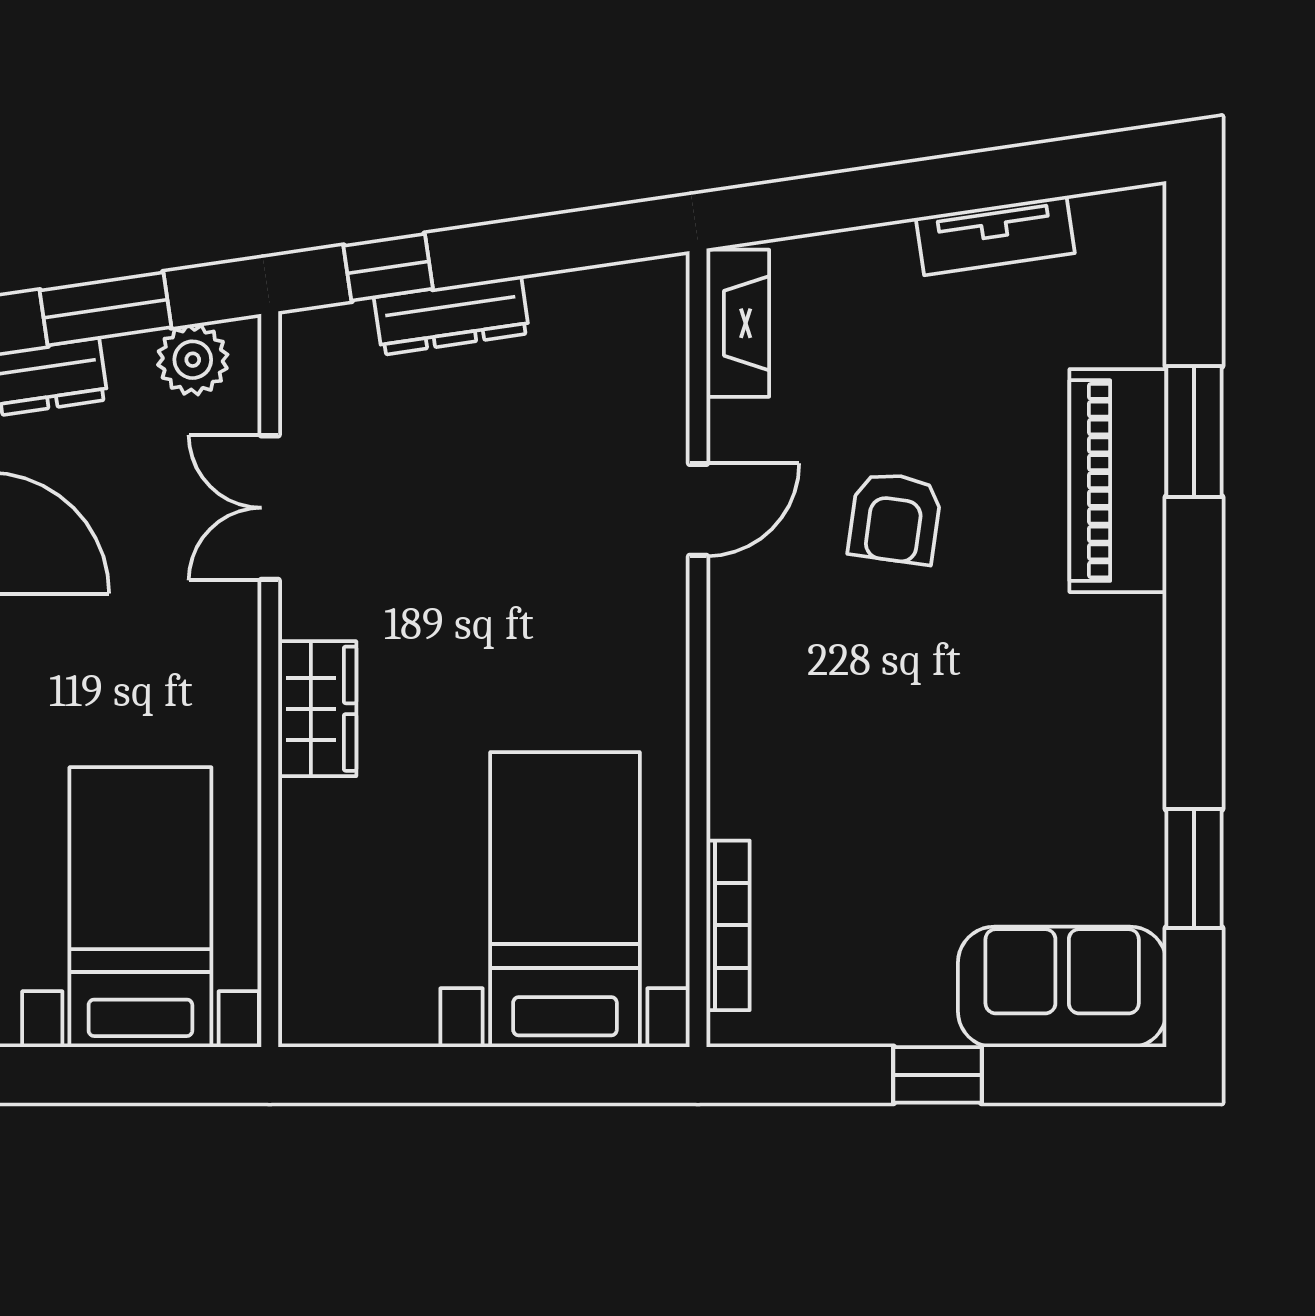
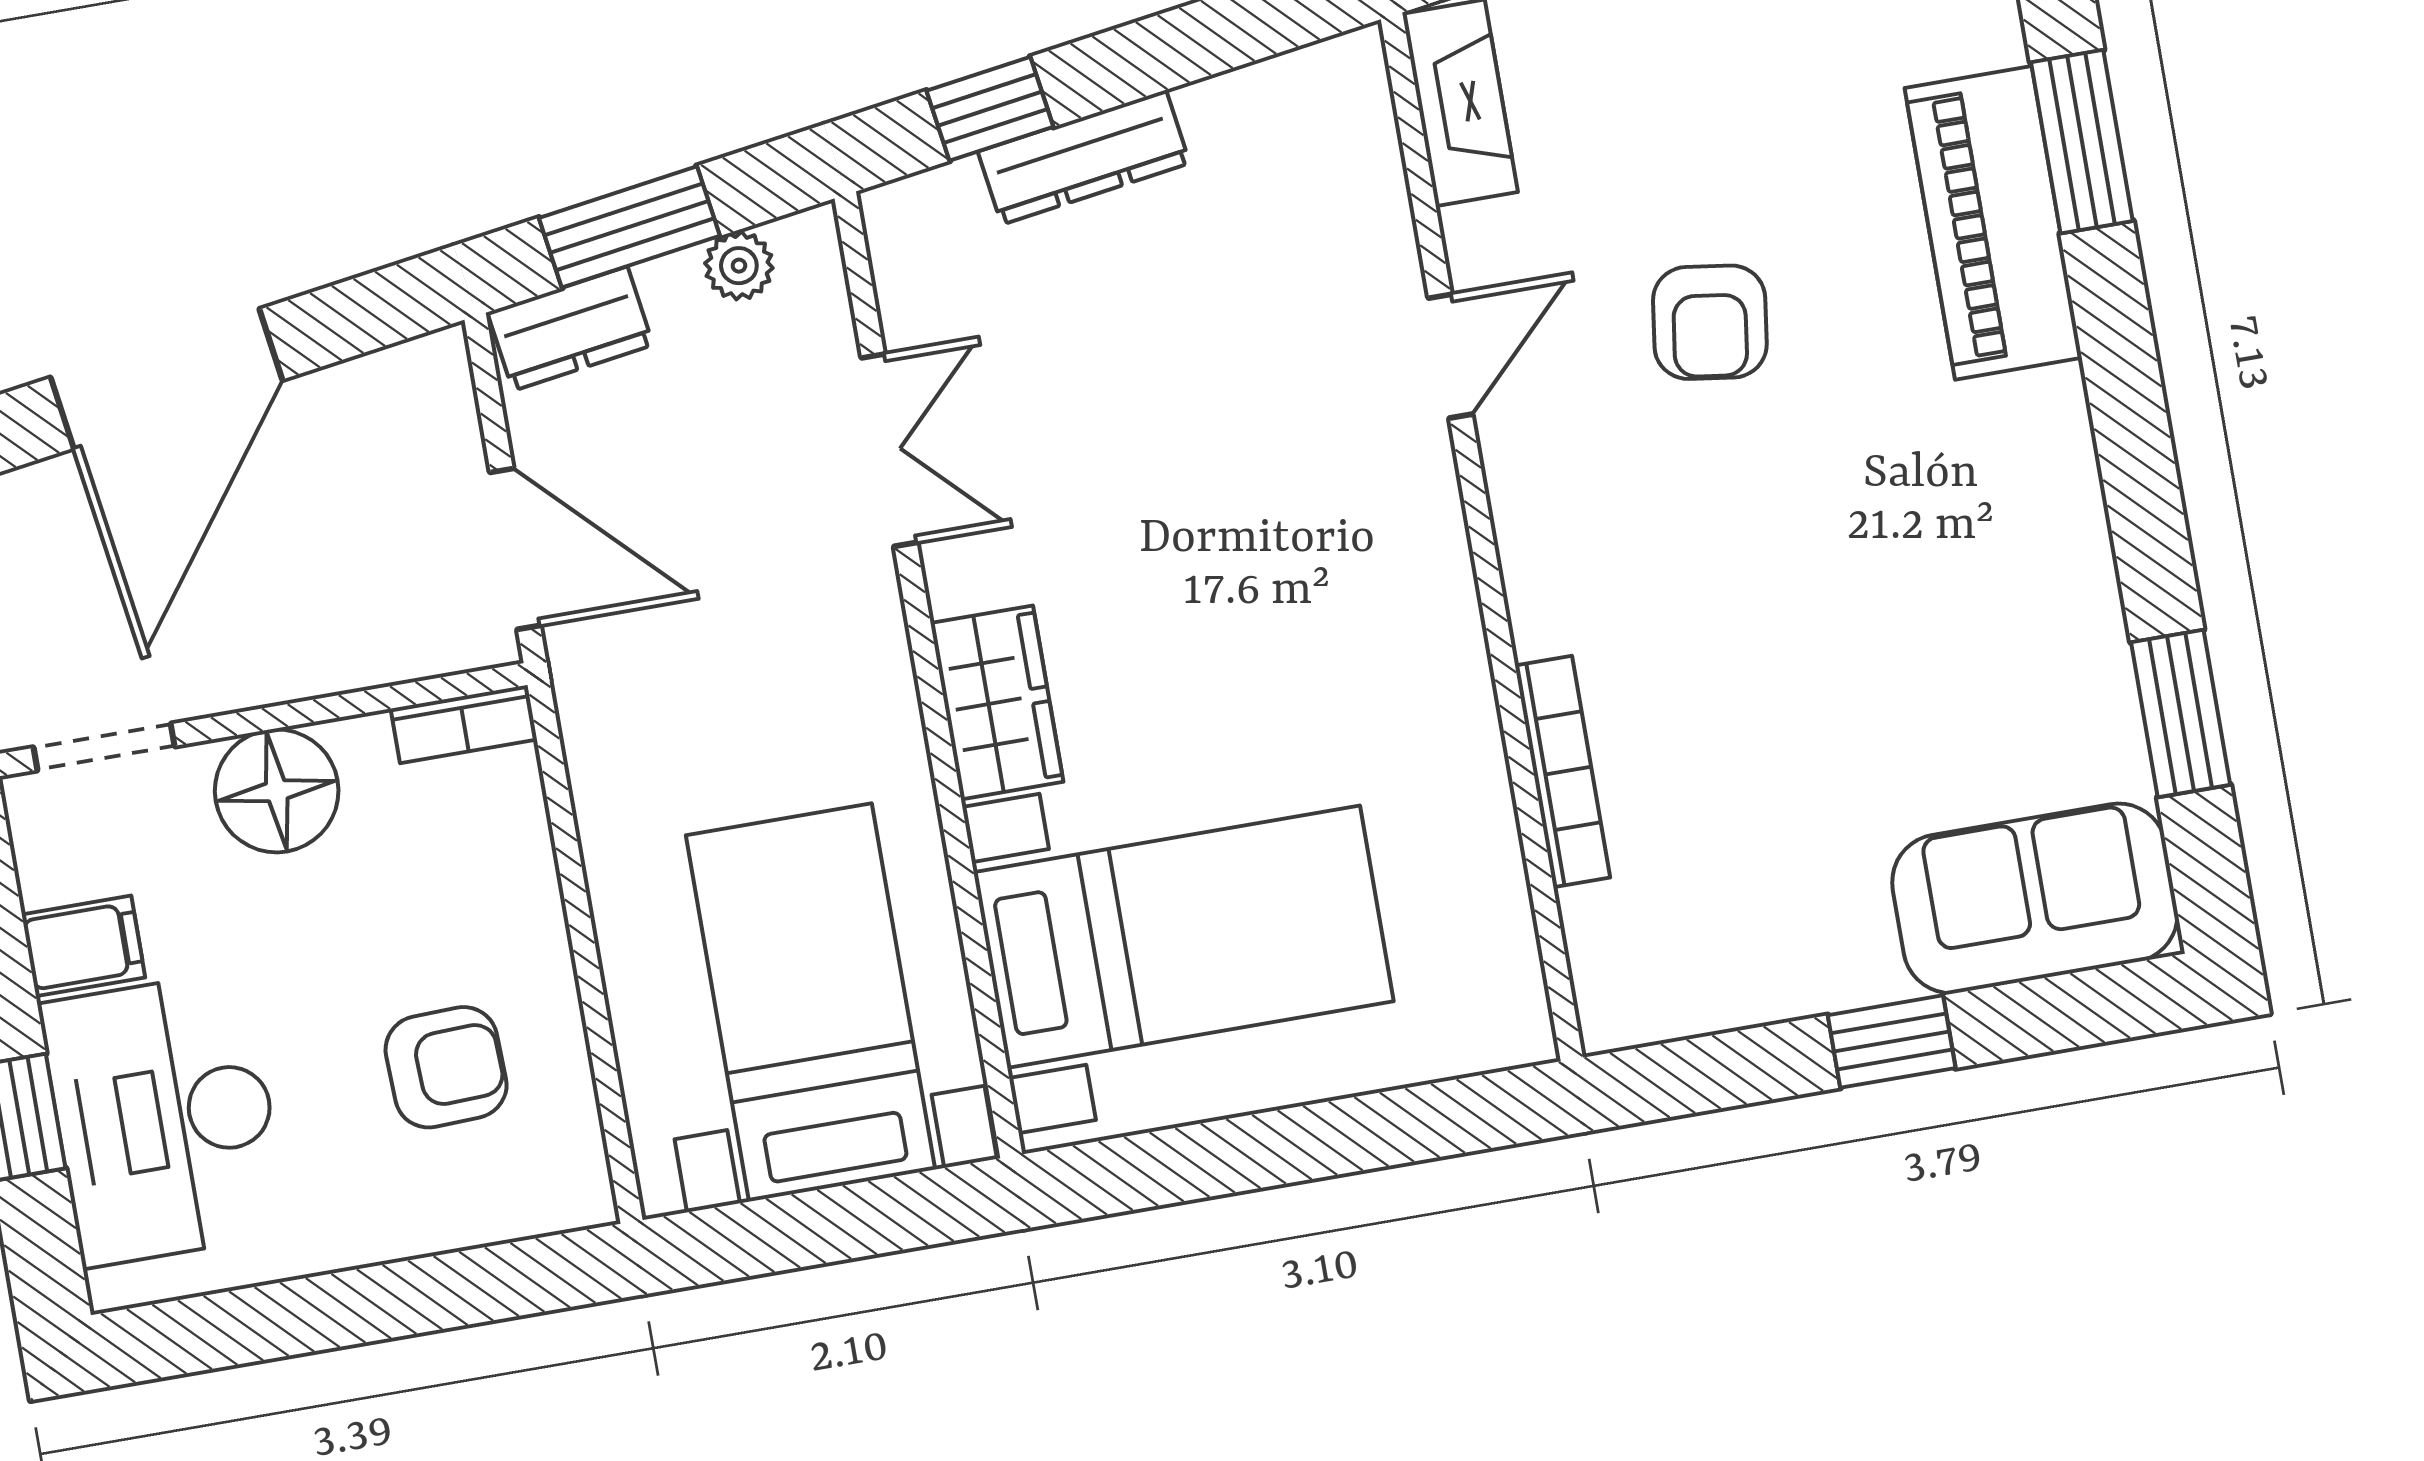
plant: (193, 360) -> (739, 266), width x0.73, depth x0.73
double door: (270, 508) -> (889, 450), swing flipped
bed with nightstands: (565, 900) -> (1183, 937), moved, turned 90
bookcase: (728, 925) -> (1563, 771), moved

